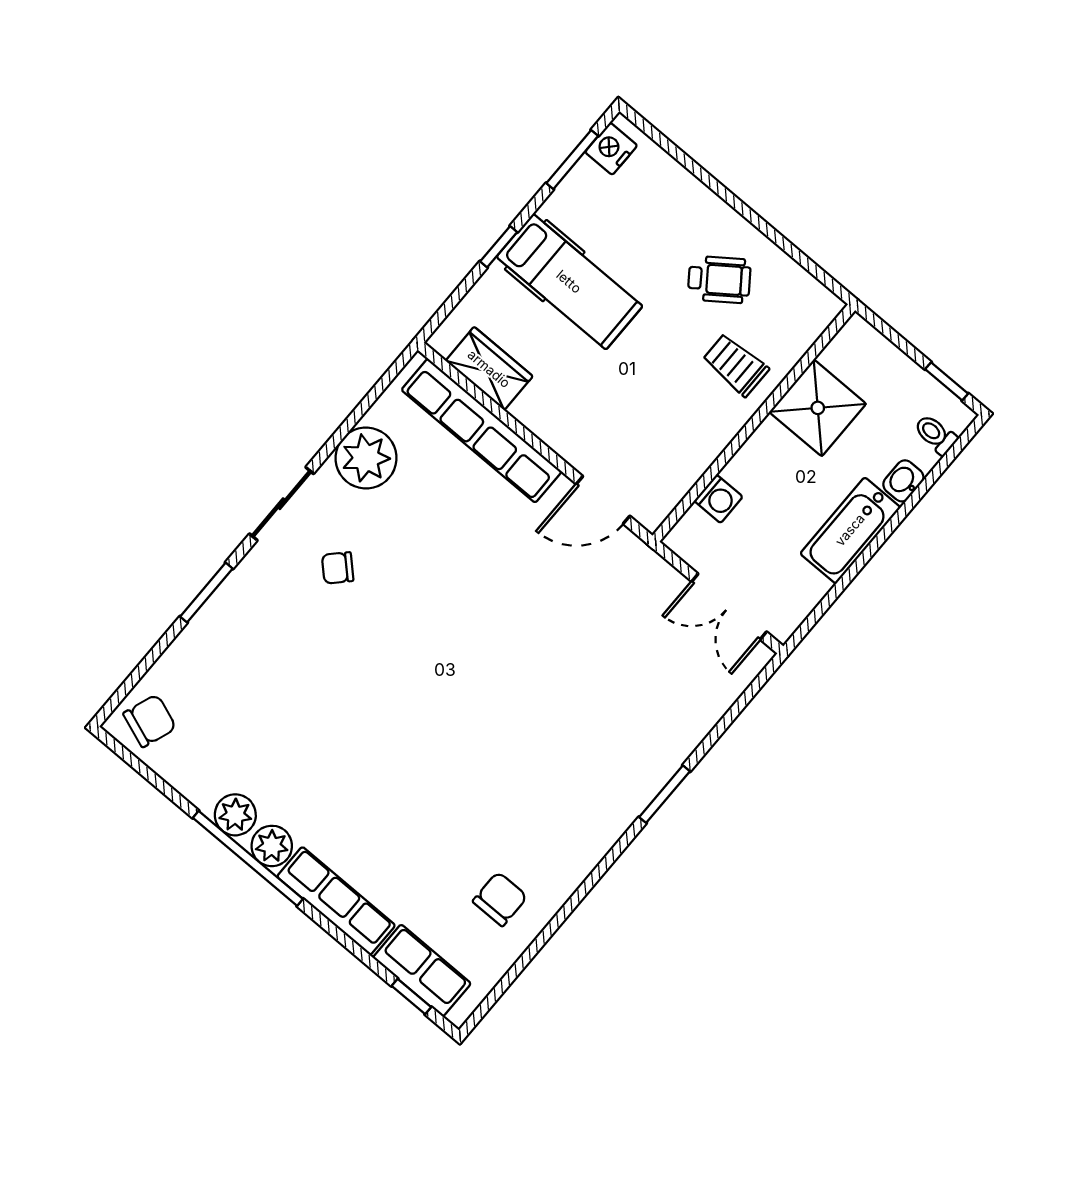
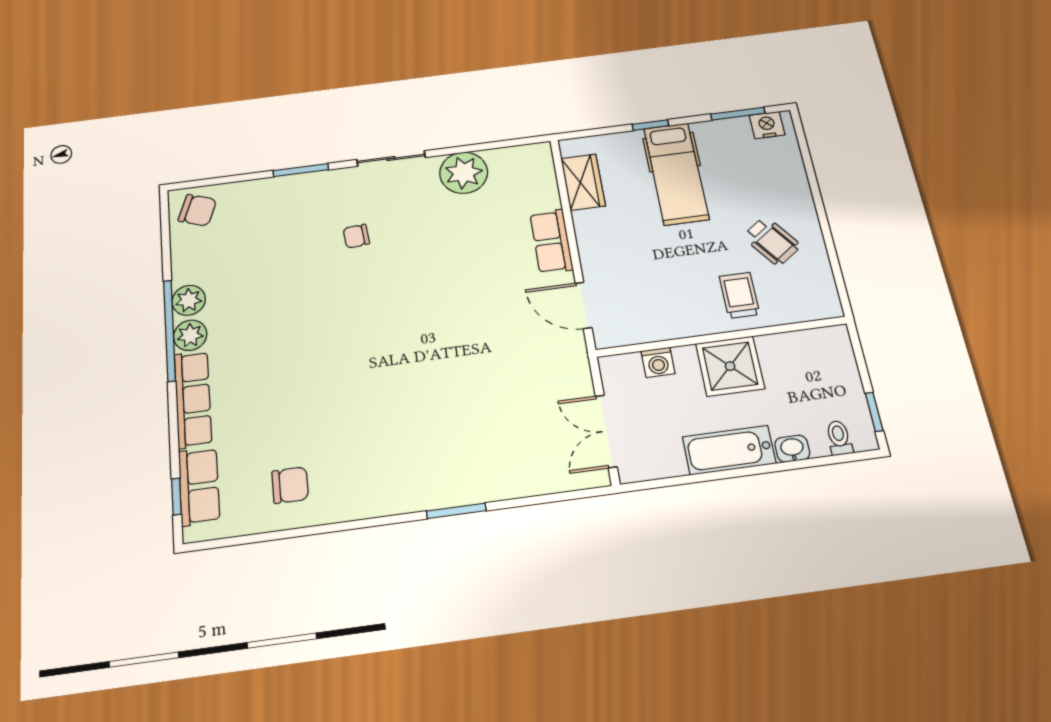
shower: (818, 408) -> (730, 366), moved
row of seats: (482, 431) -> (551, 241), width x0.50
chair: (338, 568) -> (356, 236), moved, turned -49

